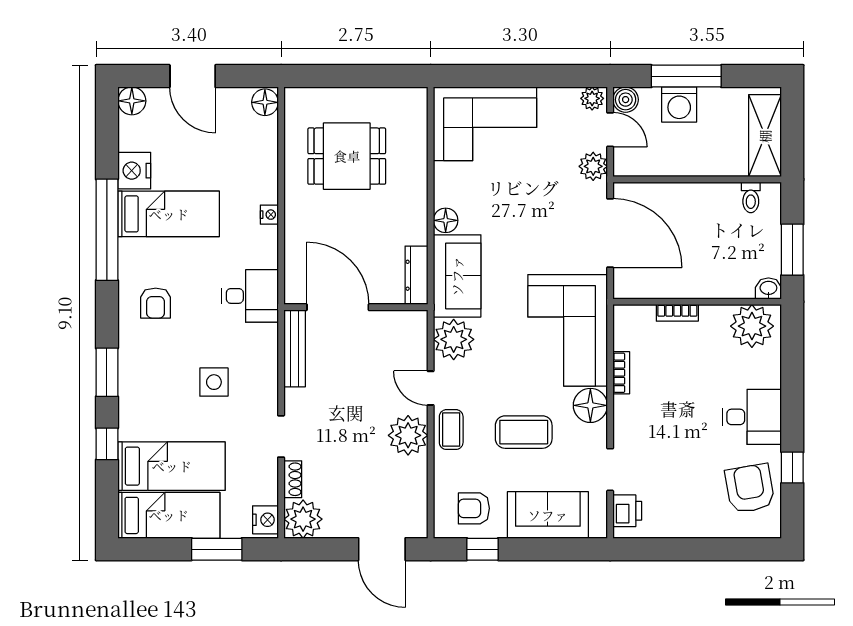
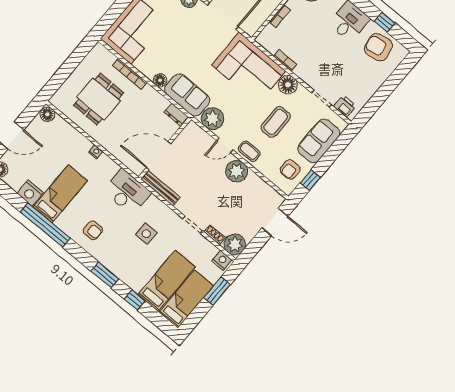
bookcase: (419, 170) -> (130, 74), added
dresser: (416, 275) -> (176, 115), width x0.70
desk: (250, 296) -> (127, 192), width x1.37

